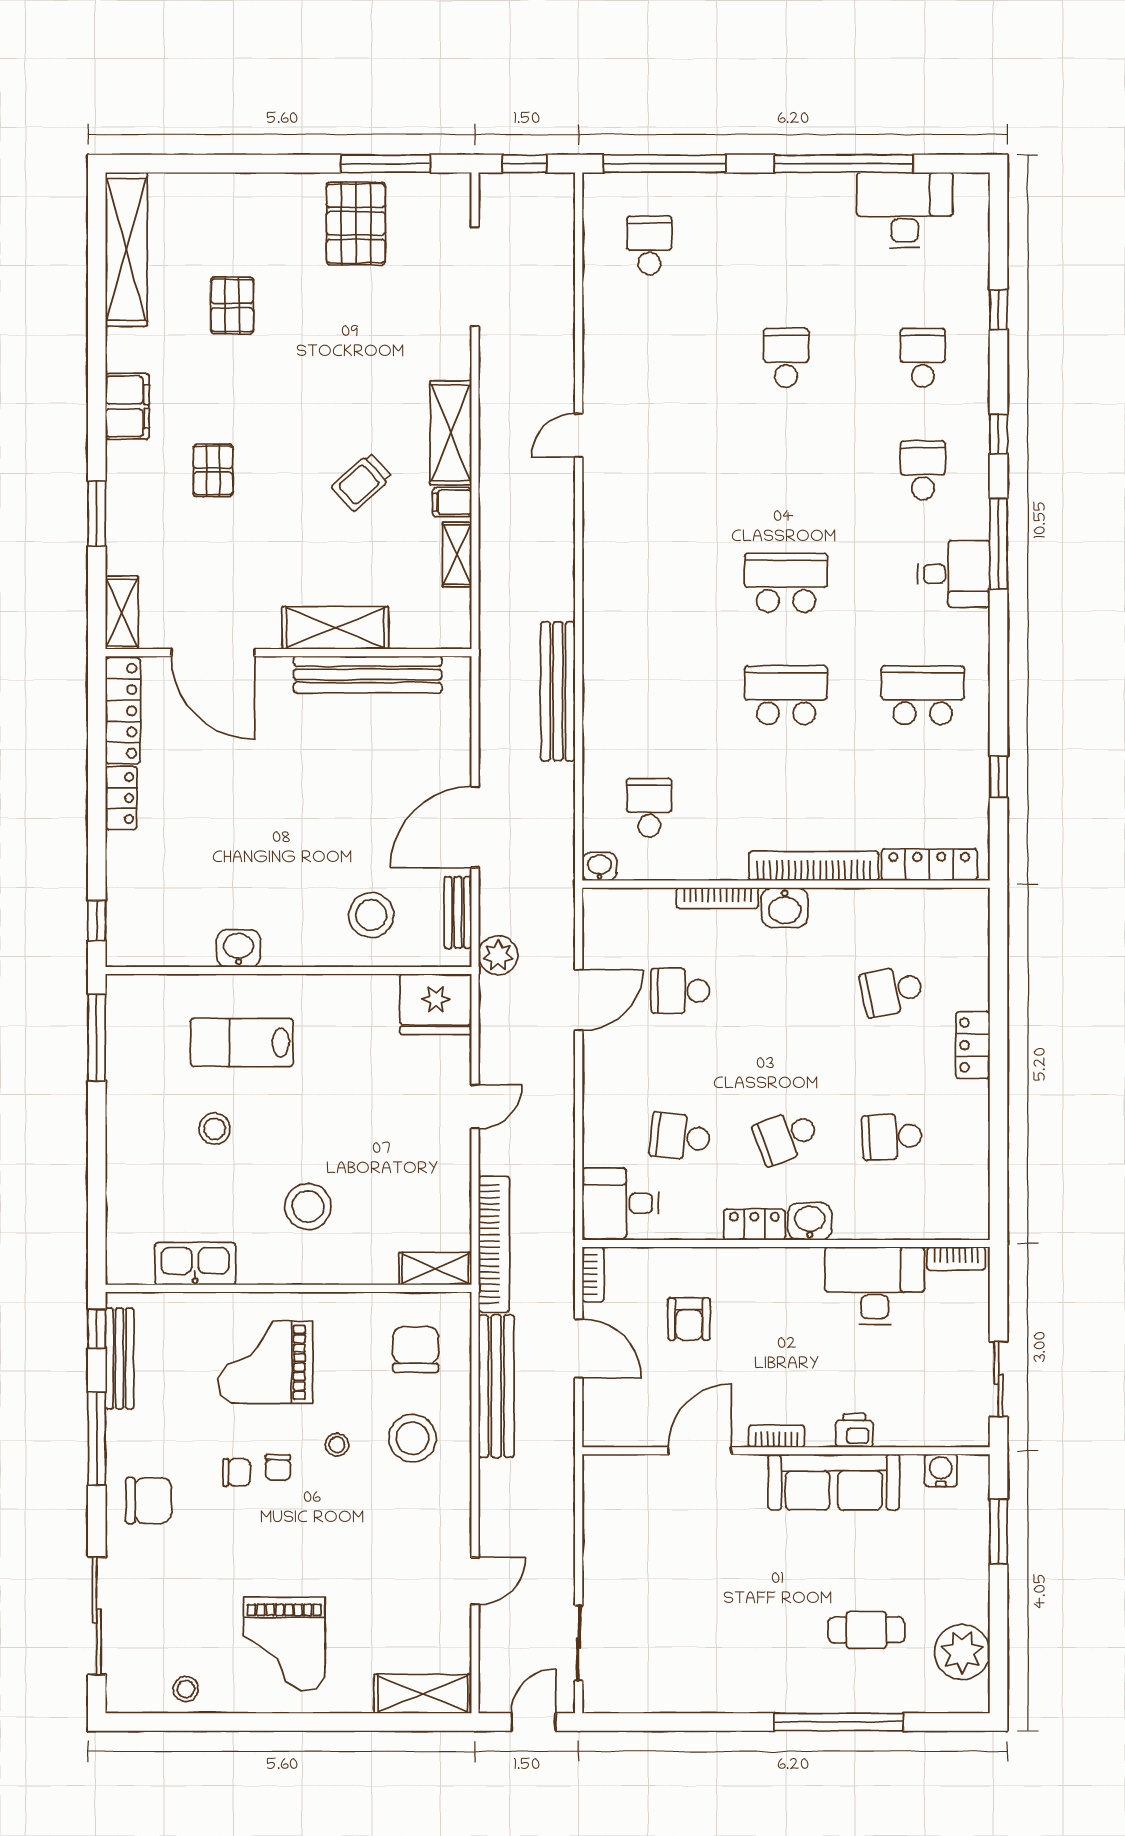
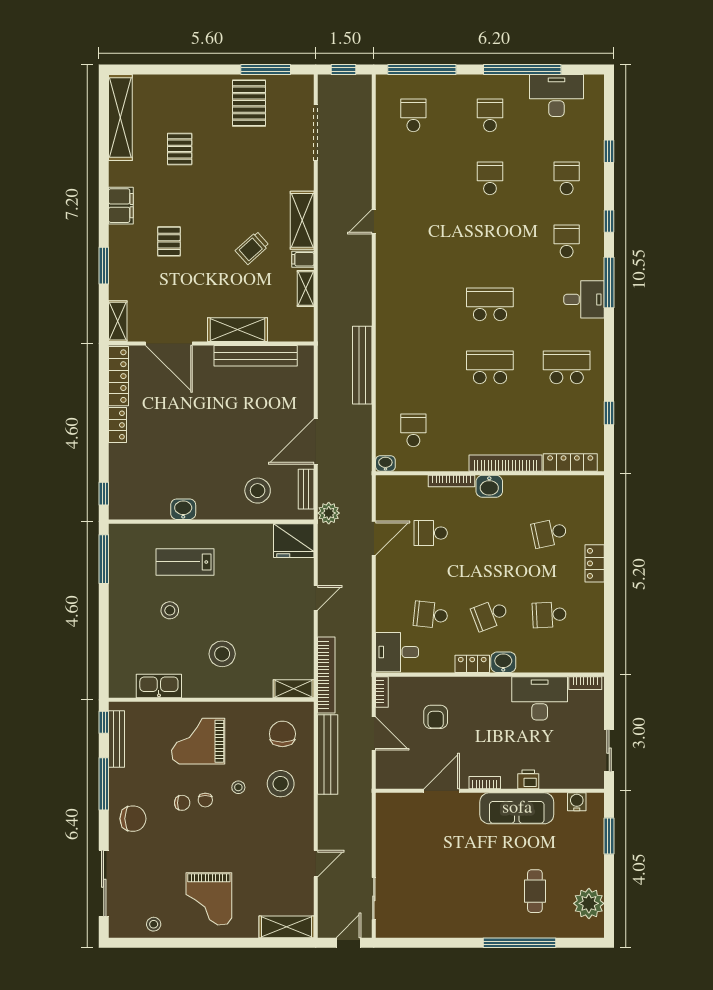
school desk: (786, 245) -> (490, 115), added
cafe table: (866, 1630) -> (535, 891), turned 90

